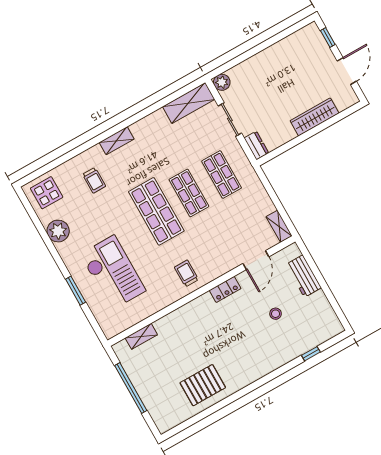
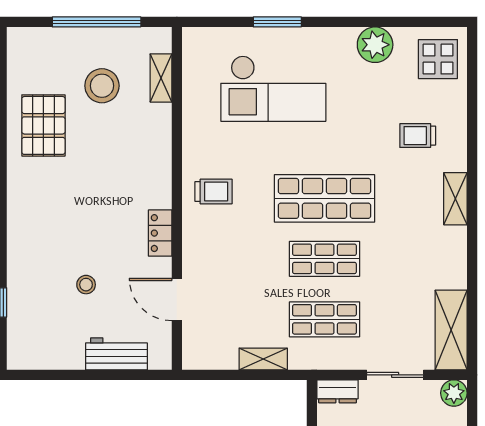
shelving: (279, 226) -> (263, 359), moved
stool: (163, 366) -> (102, 86), added

